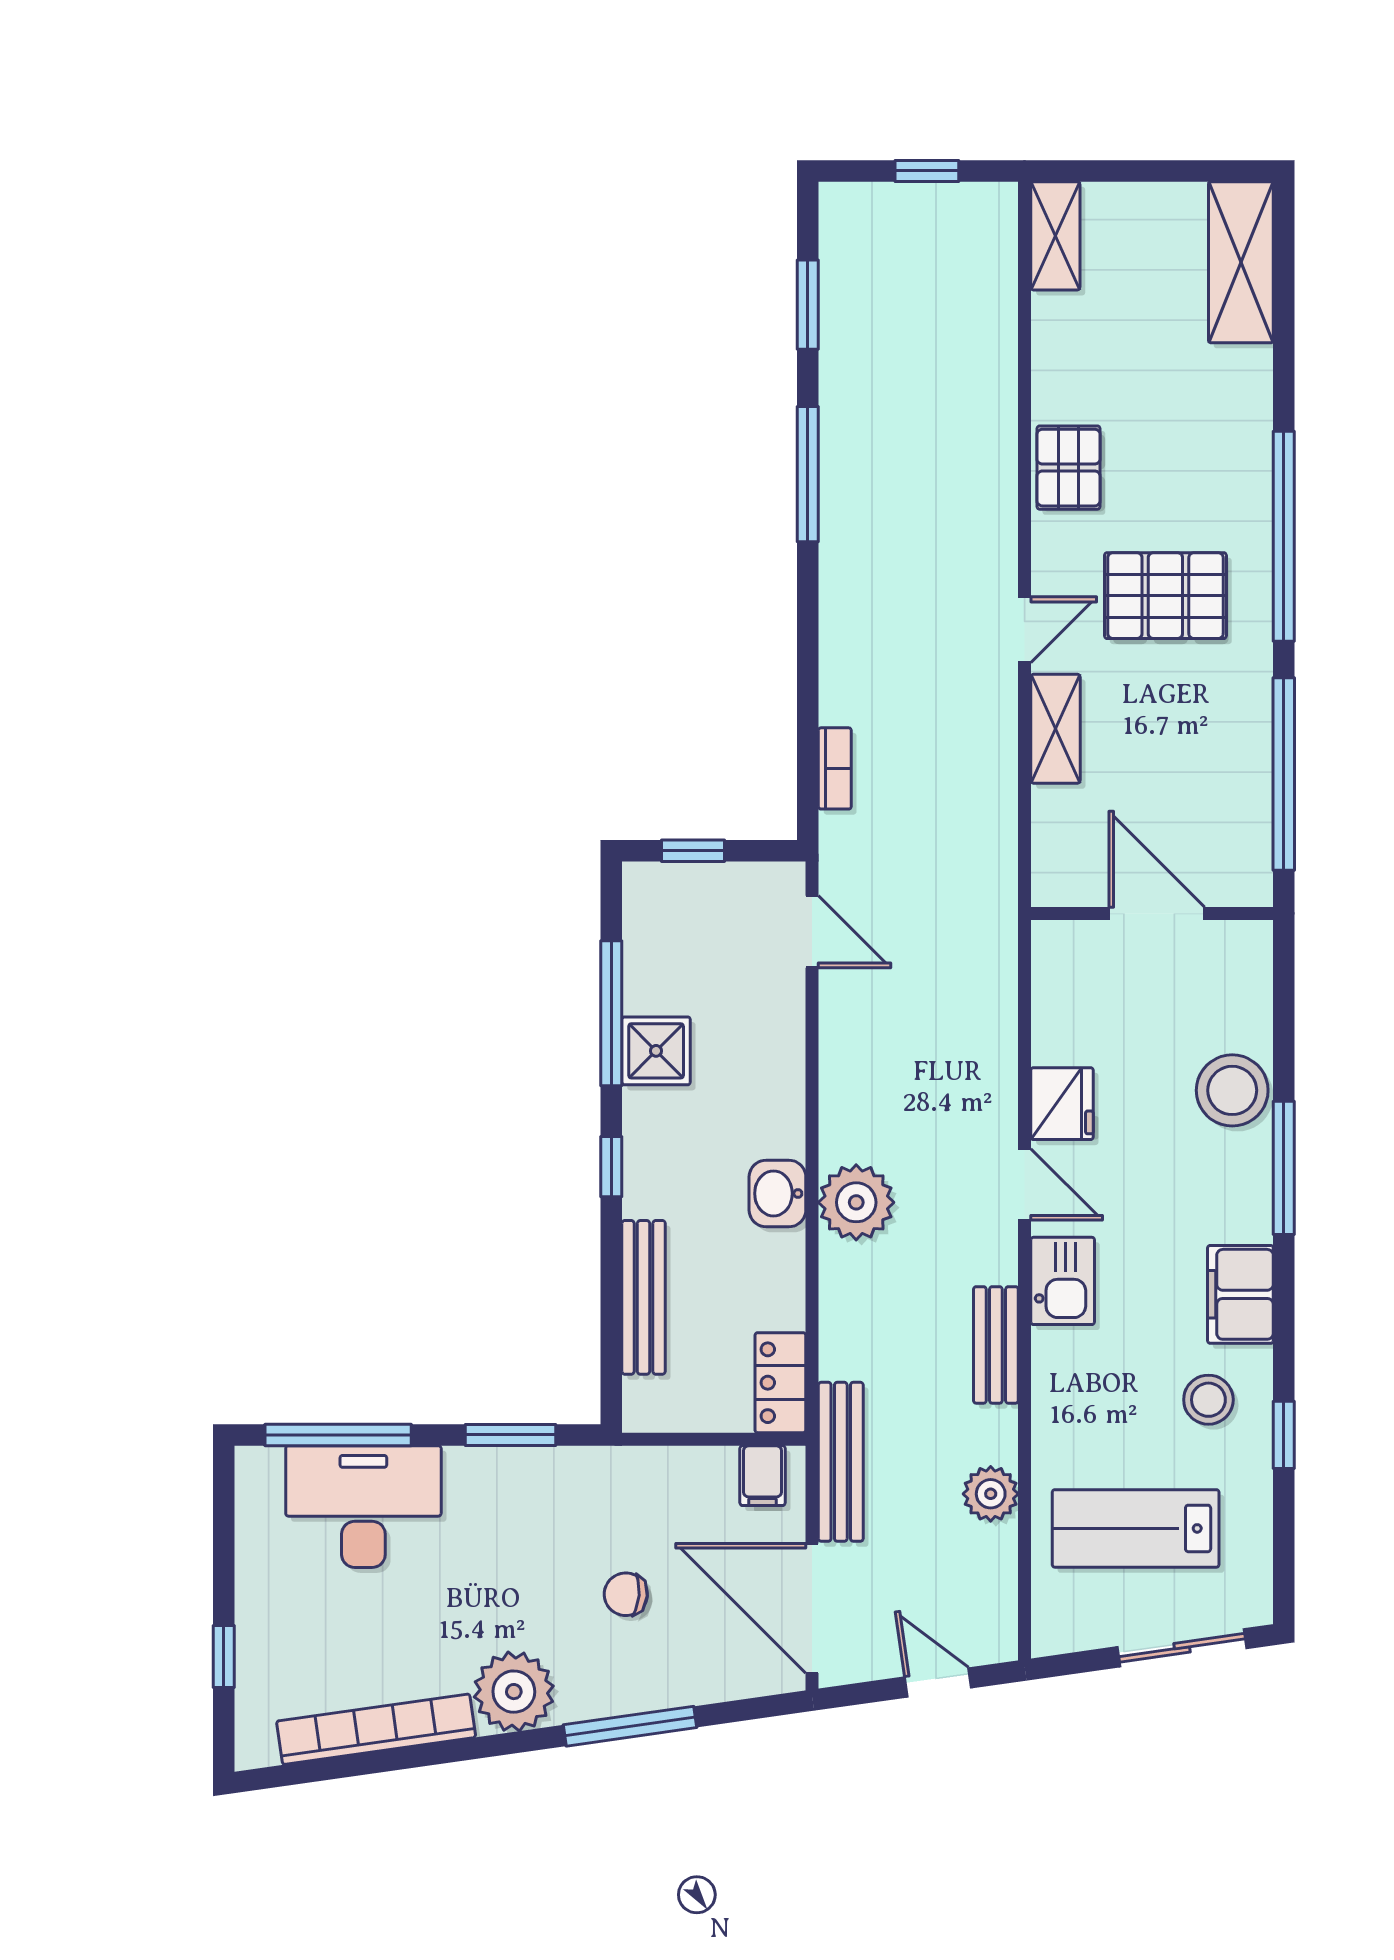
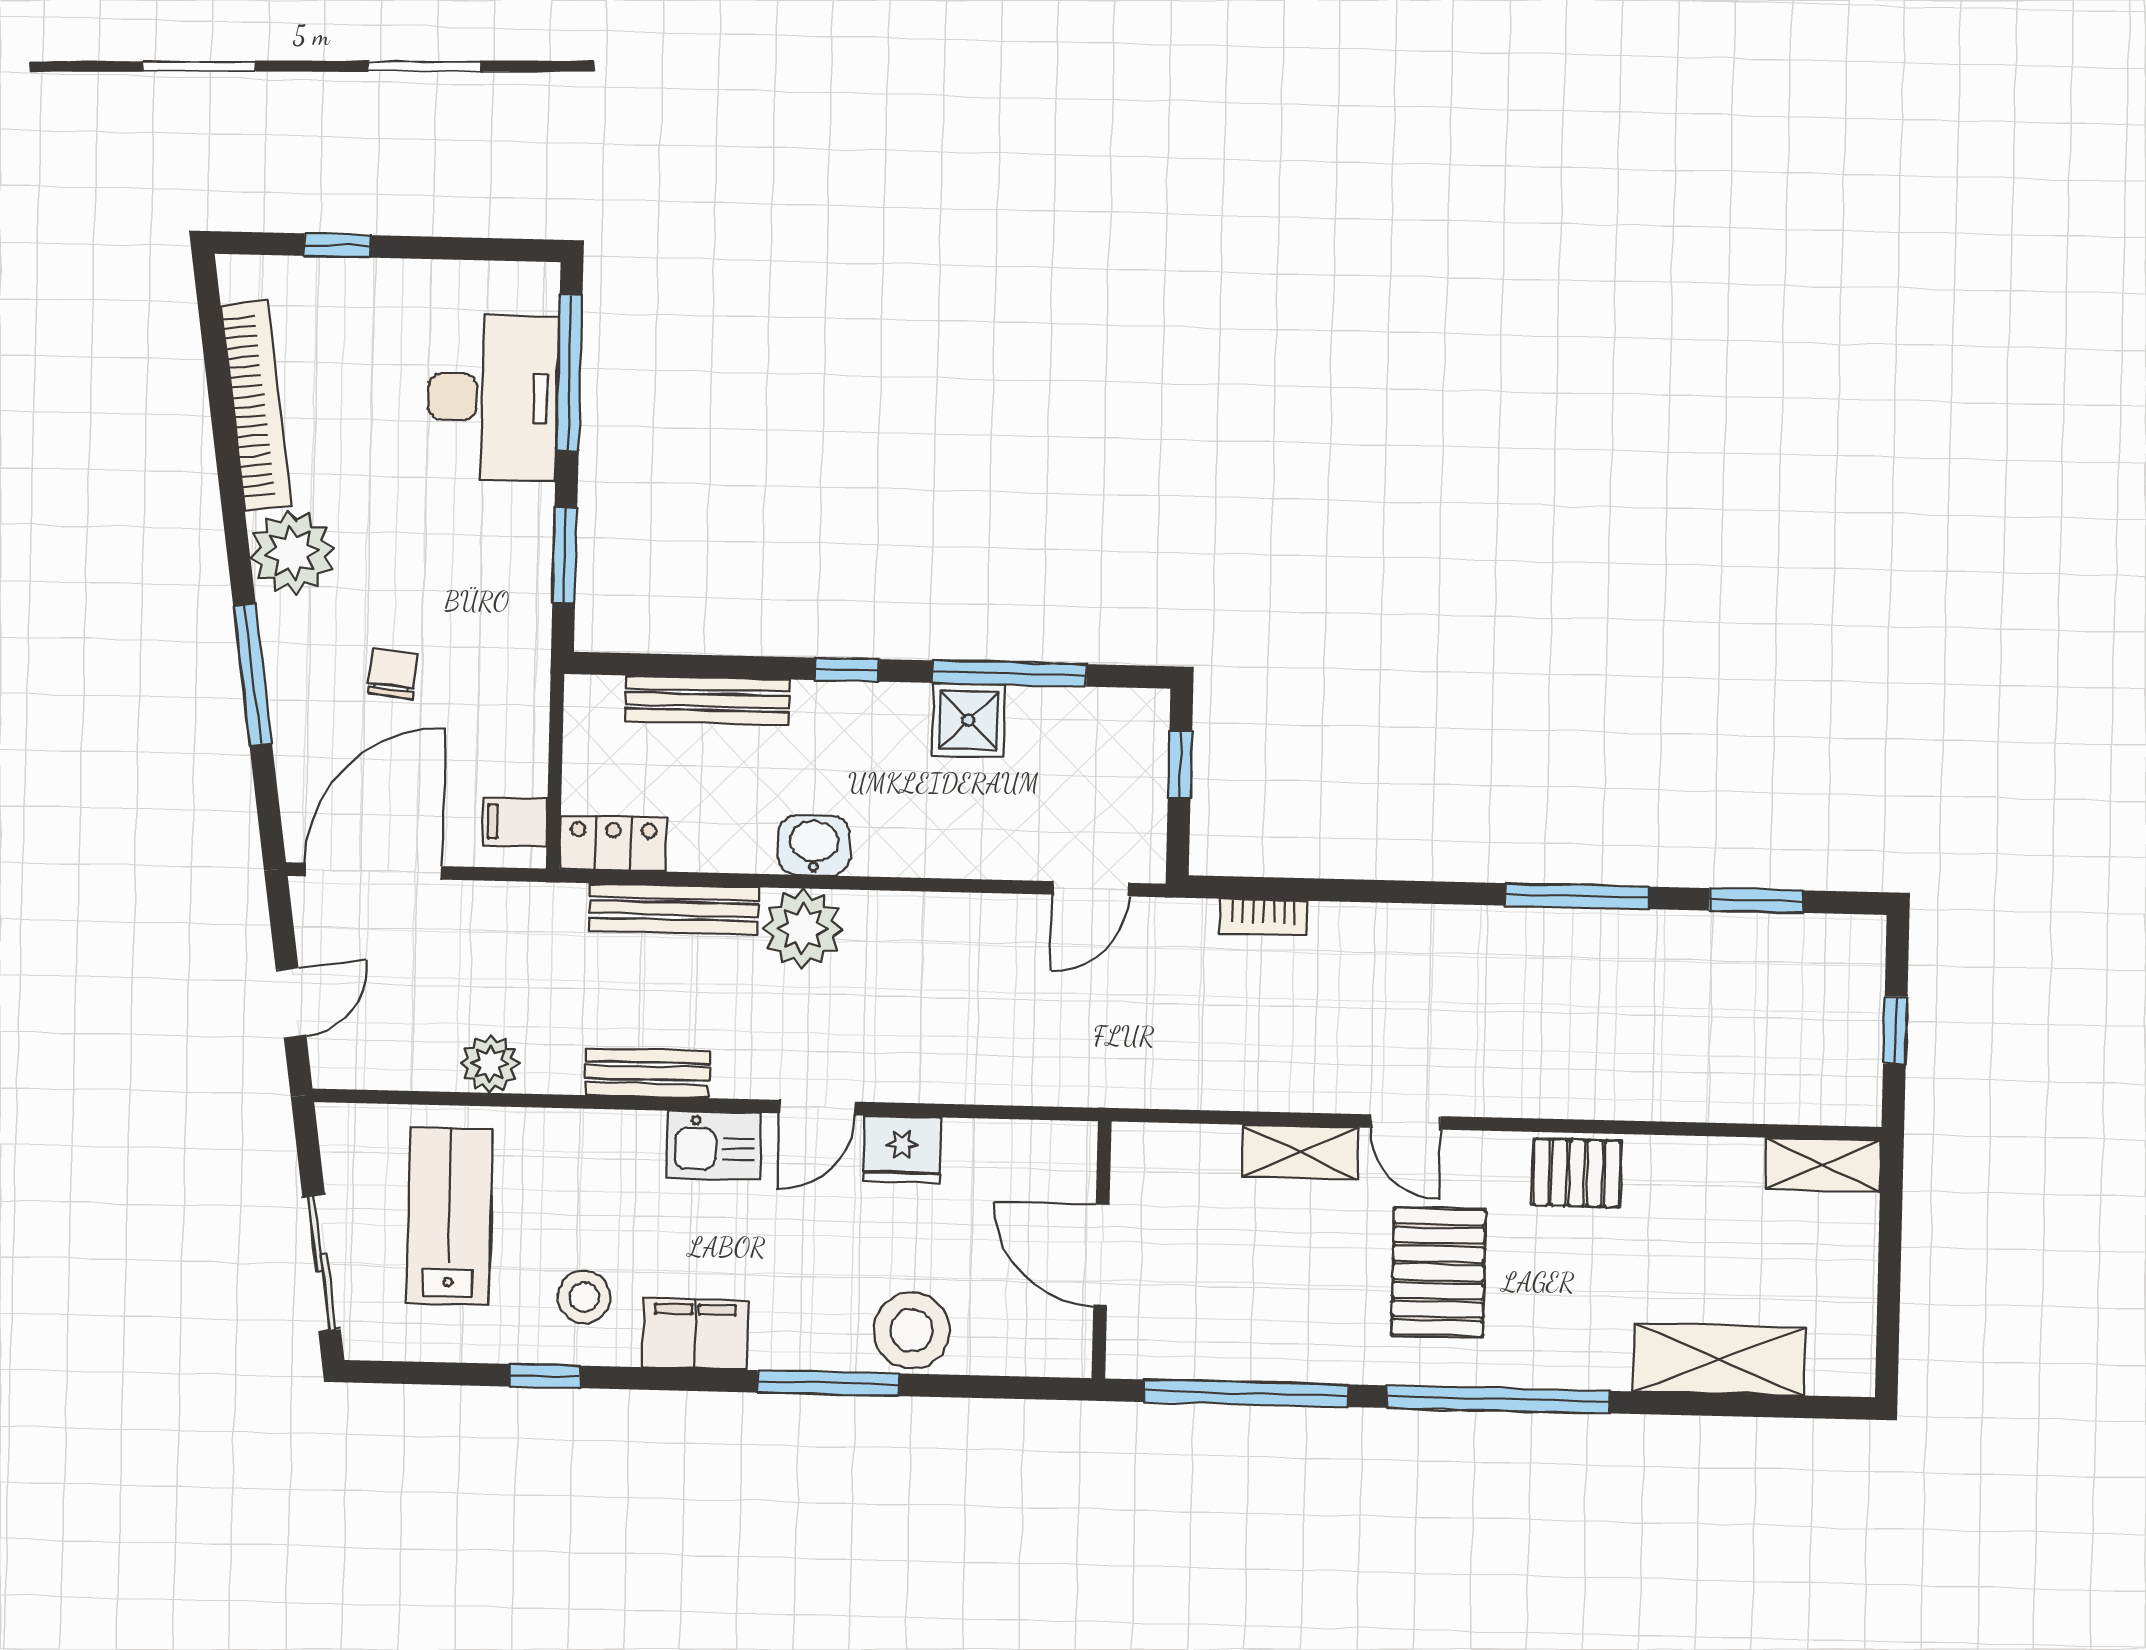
shelving: (1241, 262) -> (1719, 1359), moved
door: (1157, 913) -> (1101, 1255), swing flipped
bench: (841, 1462) -> (674, 909), moved

